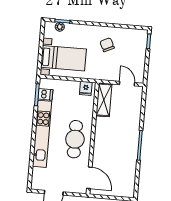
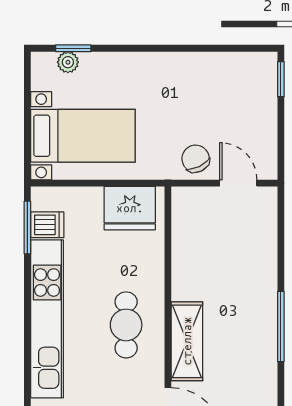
chair: (107, 45) -> (196, 159), moved
fridge: (86, 88) -> (130, 208), width x1.88, depth x1.34
shelving: (104, 100) -> (187, 341), moved
cafe table: (75, 139) -> (126, 325), width x0.73, depth x0.74

